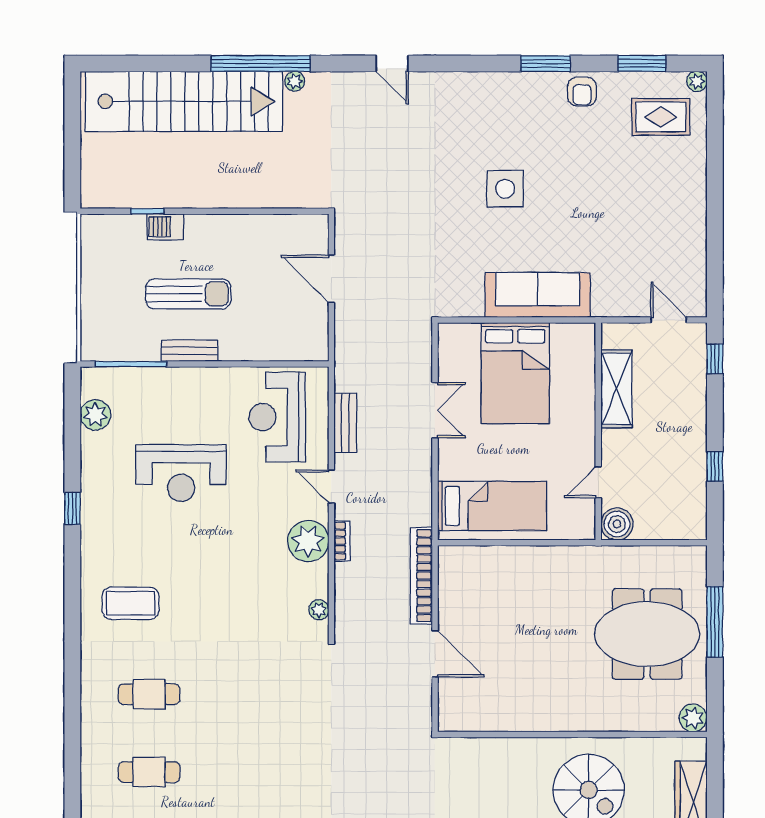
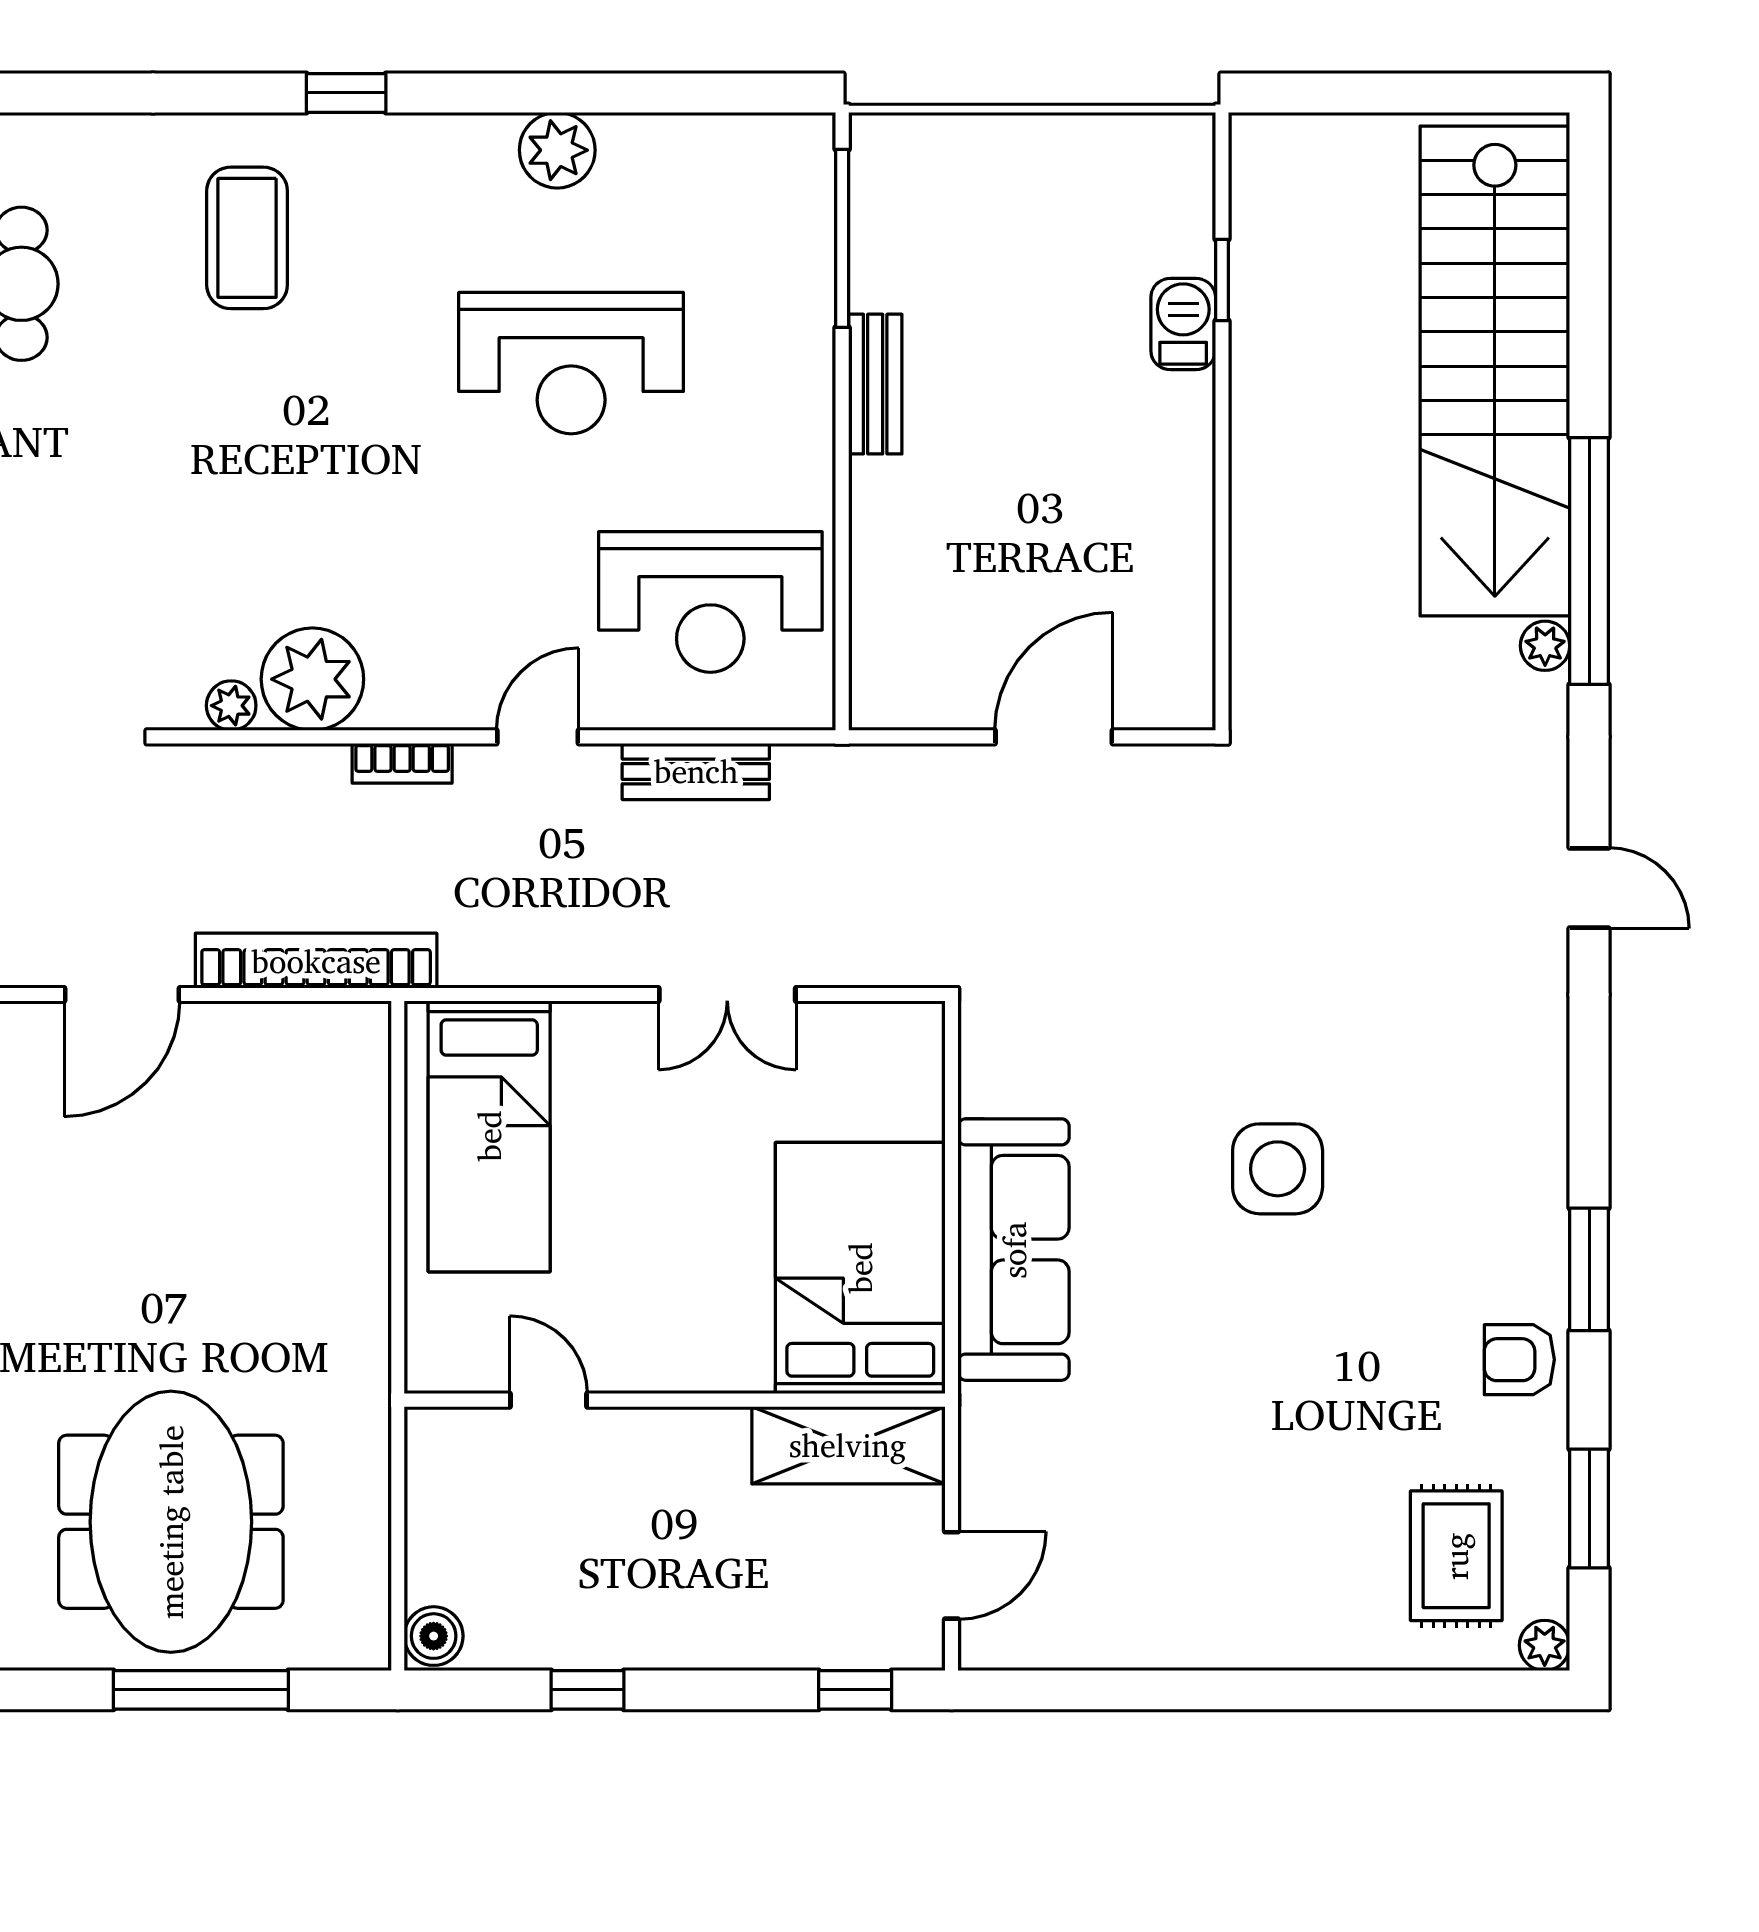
door: (392, 63) -> (1589, 888), swing flipped
sun lounger: (188, 294) -> (1016, 381), removed
bed: (515, 373) -> (860, 1268), moved, turned 90
shelving: (616, 389) -> (848, 1445), moved
plant: (95, 415) -> (557, 150), moved
reception desk: (277, 417) -> (710, 602), turned 180
reception desk: (181, 473) -> (571, 363), turned -90
window: (72, 508) -> (346, 93), moved
boiler: (617, 524) -> (434, 1636), moved, width x0.73, depth x0.73
plant: (308, 541) -> (312, 679), moved

